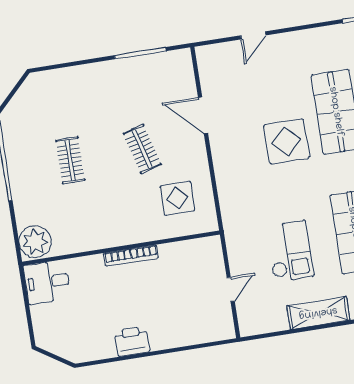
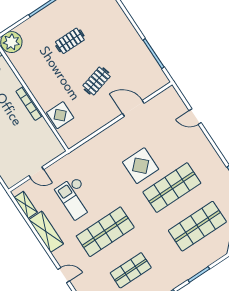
door: (203, 115) -> (133, 108), hinge flipped
display table: (177, 198) -> (60, 115), moved
checkout: (290, 251) -> (76, 198), turned 90
shelving: (268, 324) -> (26, 205), added

